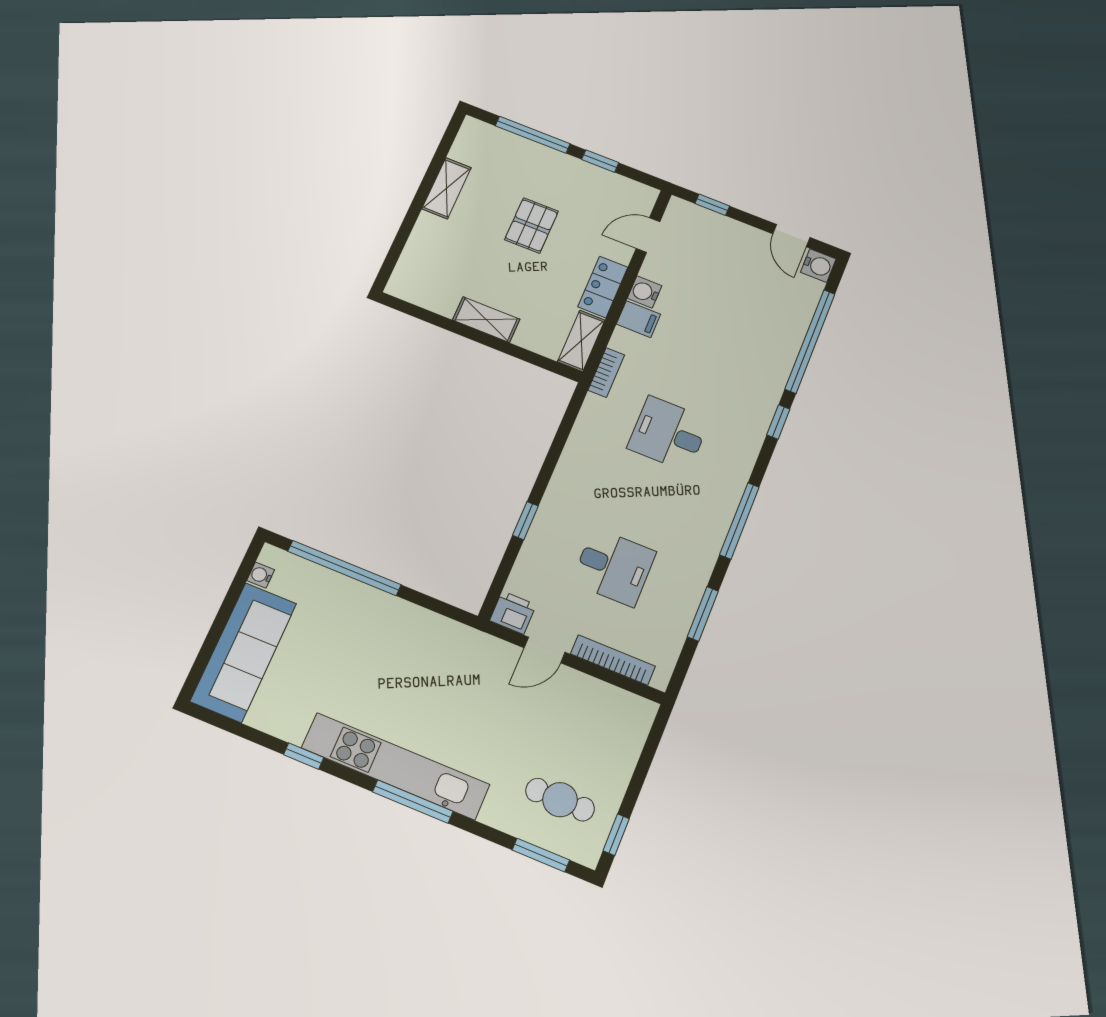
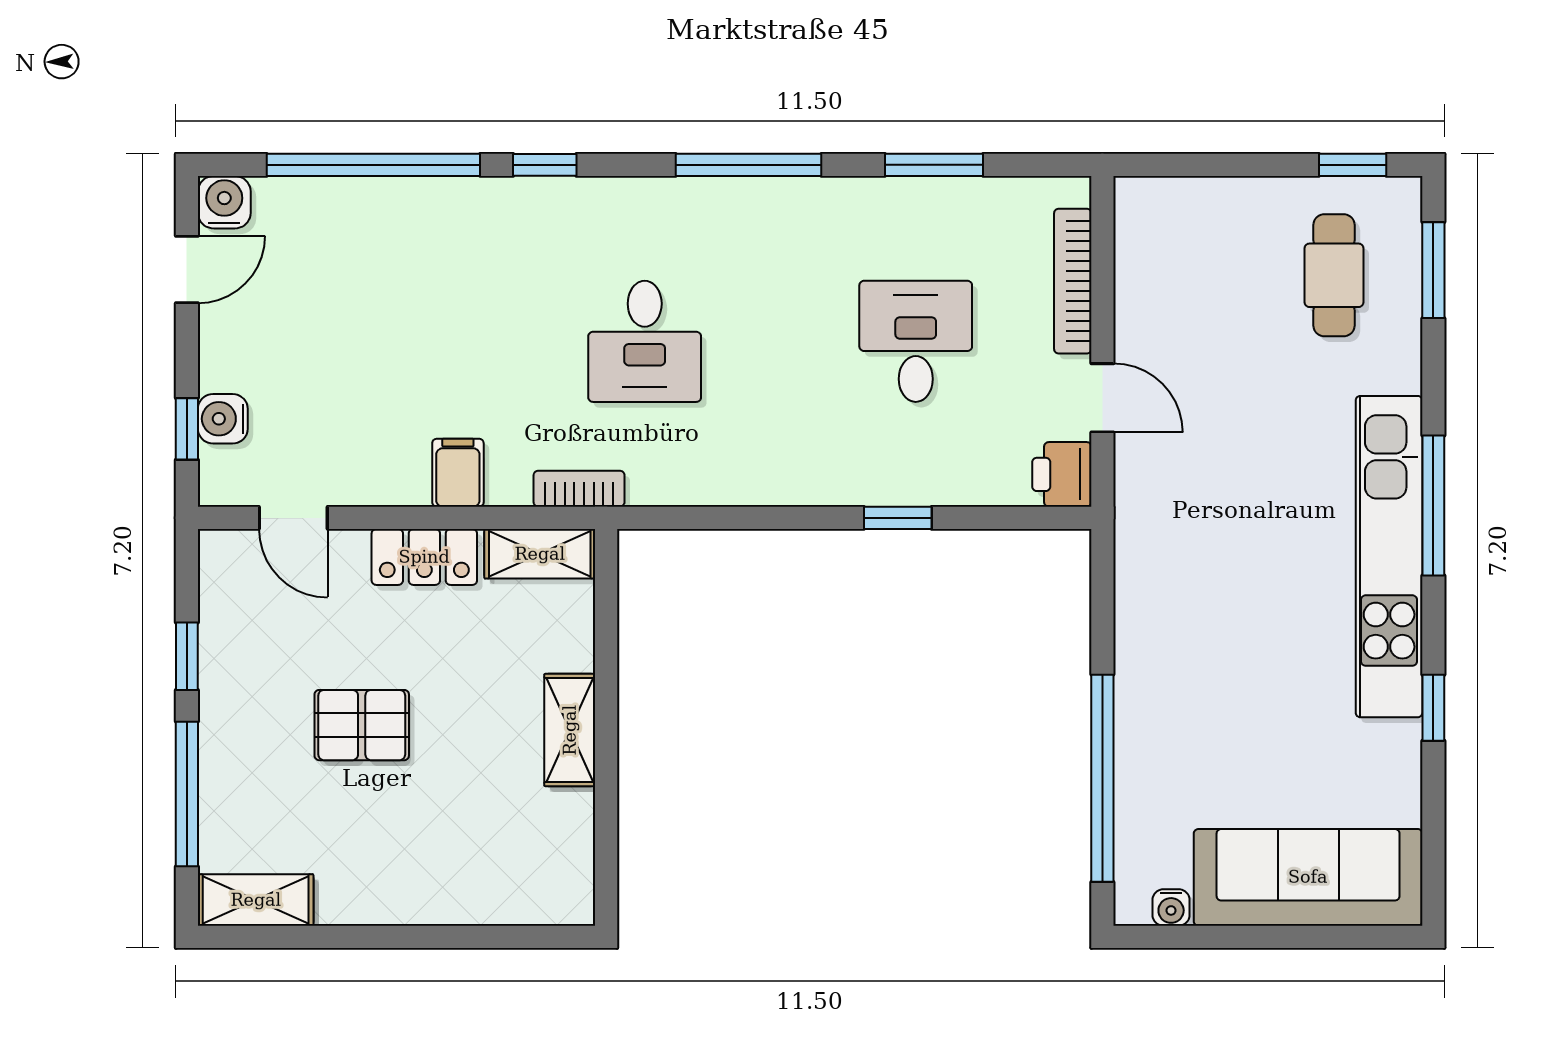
shelving: (447, 188) -> (256, 900), moved
water cooler: (645, 292) -> (223, 419), moved, turned 90

